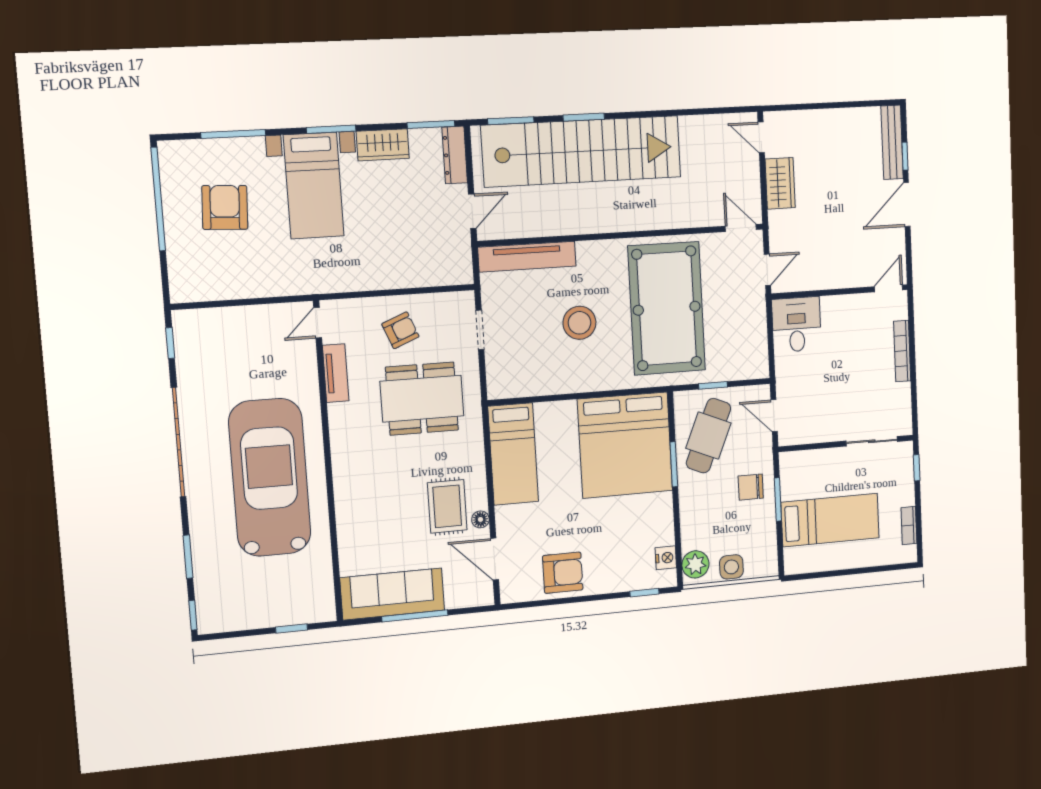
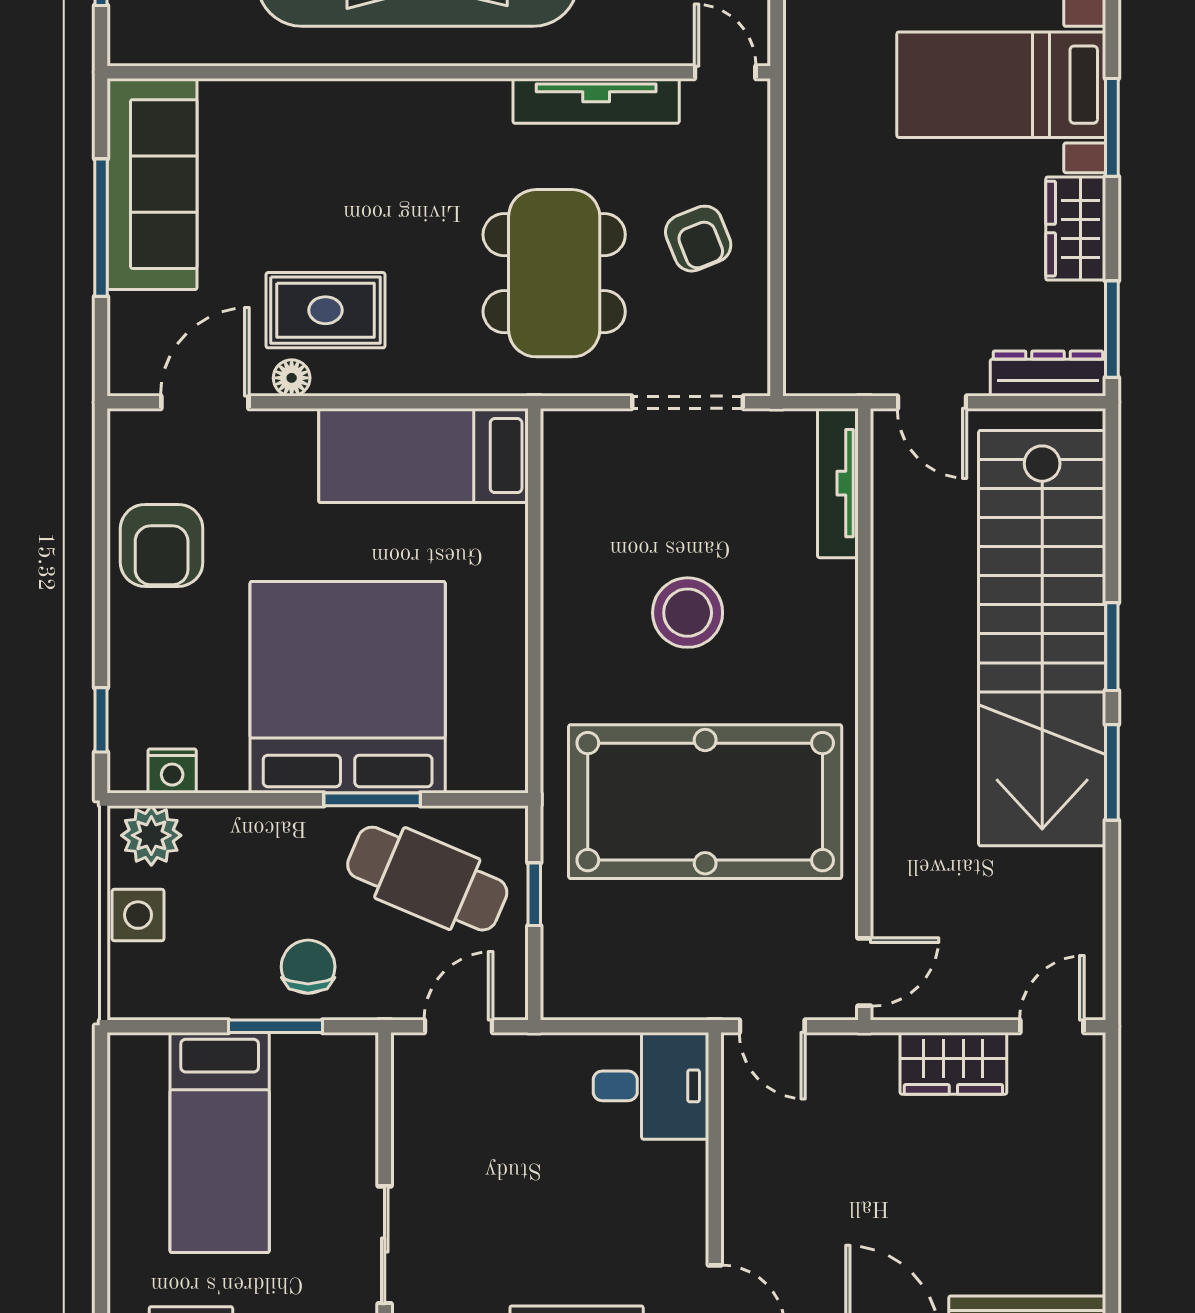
window: (511, 121) -> (1112, 772), moved
tv unit: (527, 257) -> (838, 483), width x0.73, depth x0.78
doorway: (480, 330) -> (688, 402), width x1.38
tv unit: (336, 373) -> (596, 101), width x1.41
bed: (625, 445) -> (348, 687), moved, turned 90

